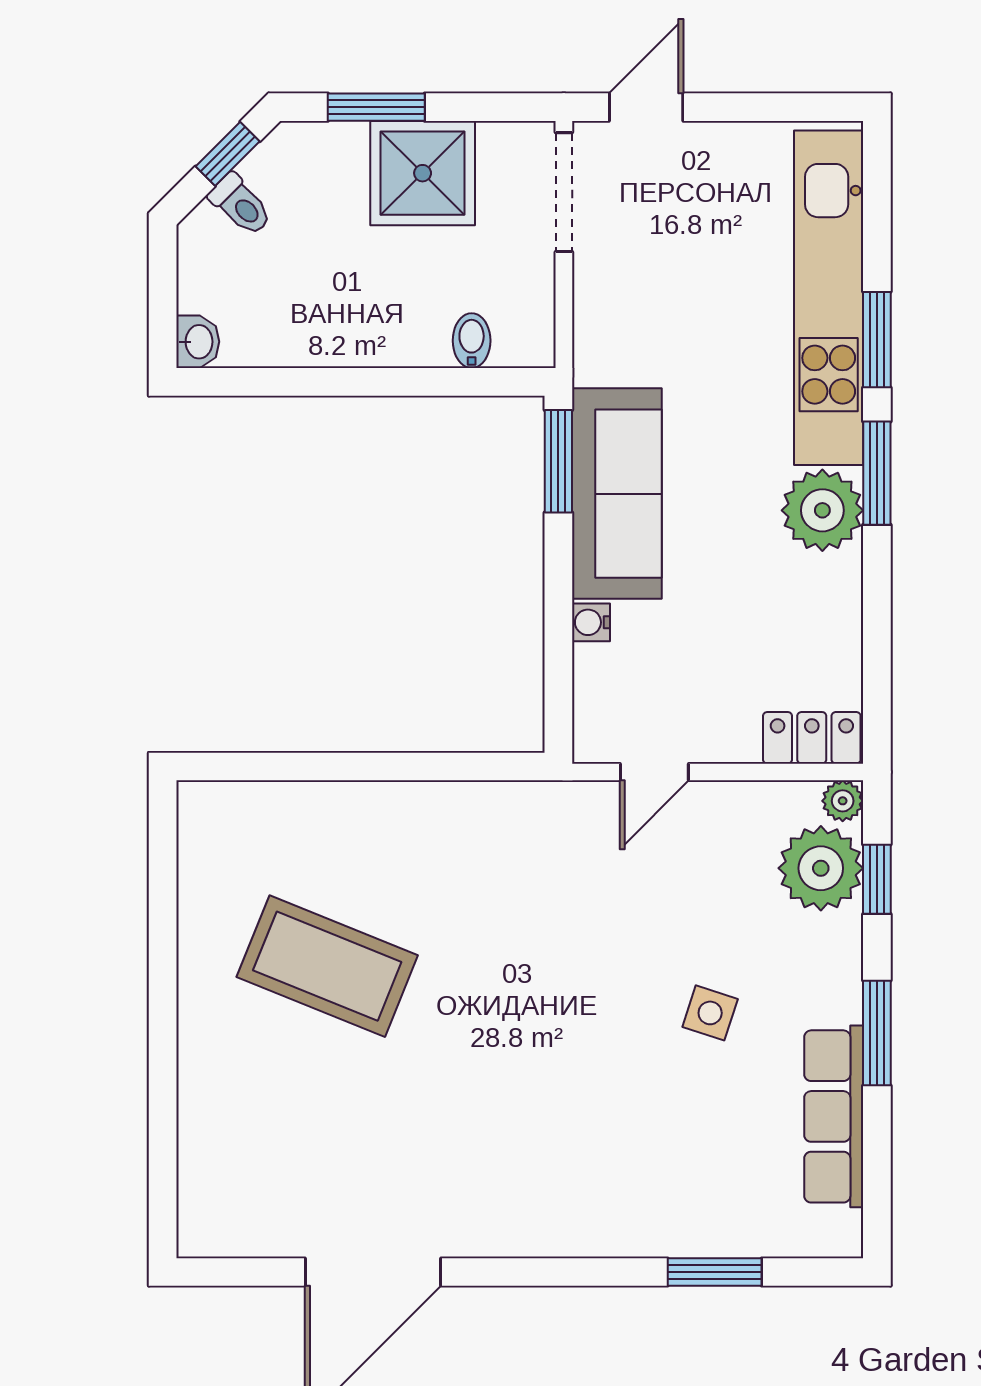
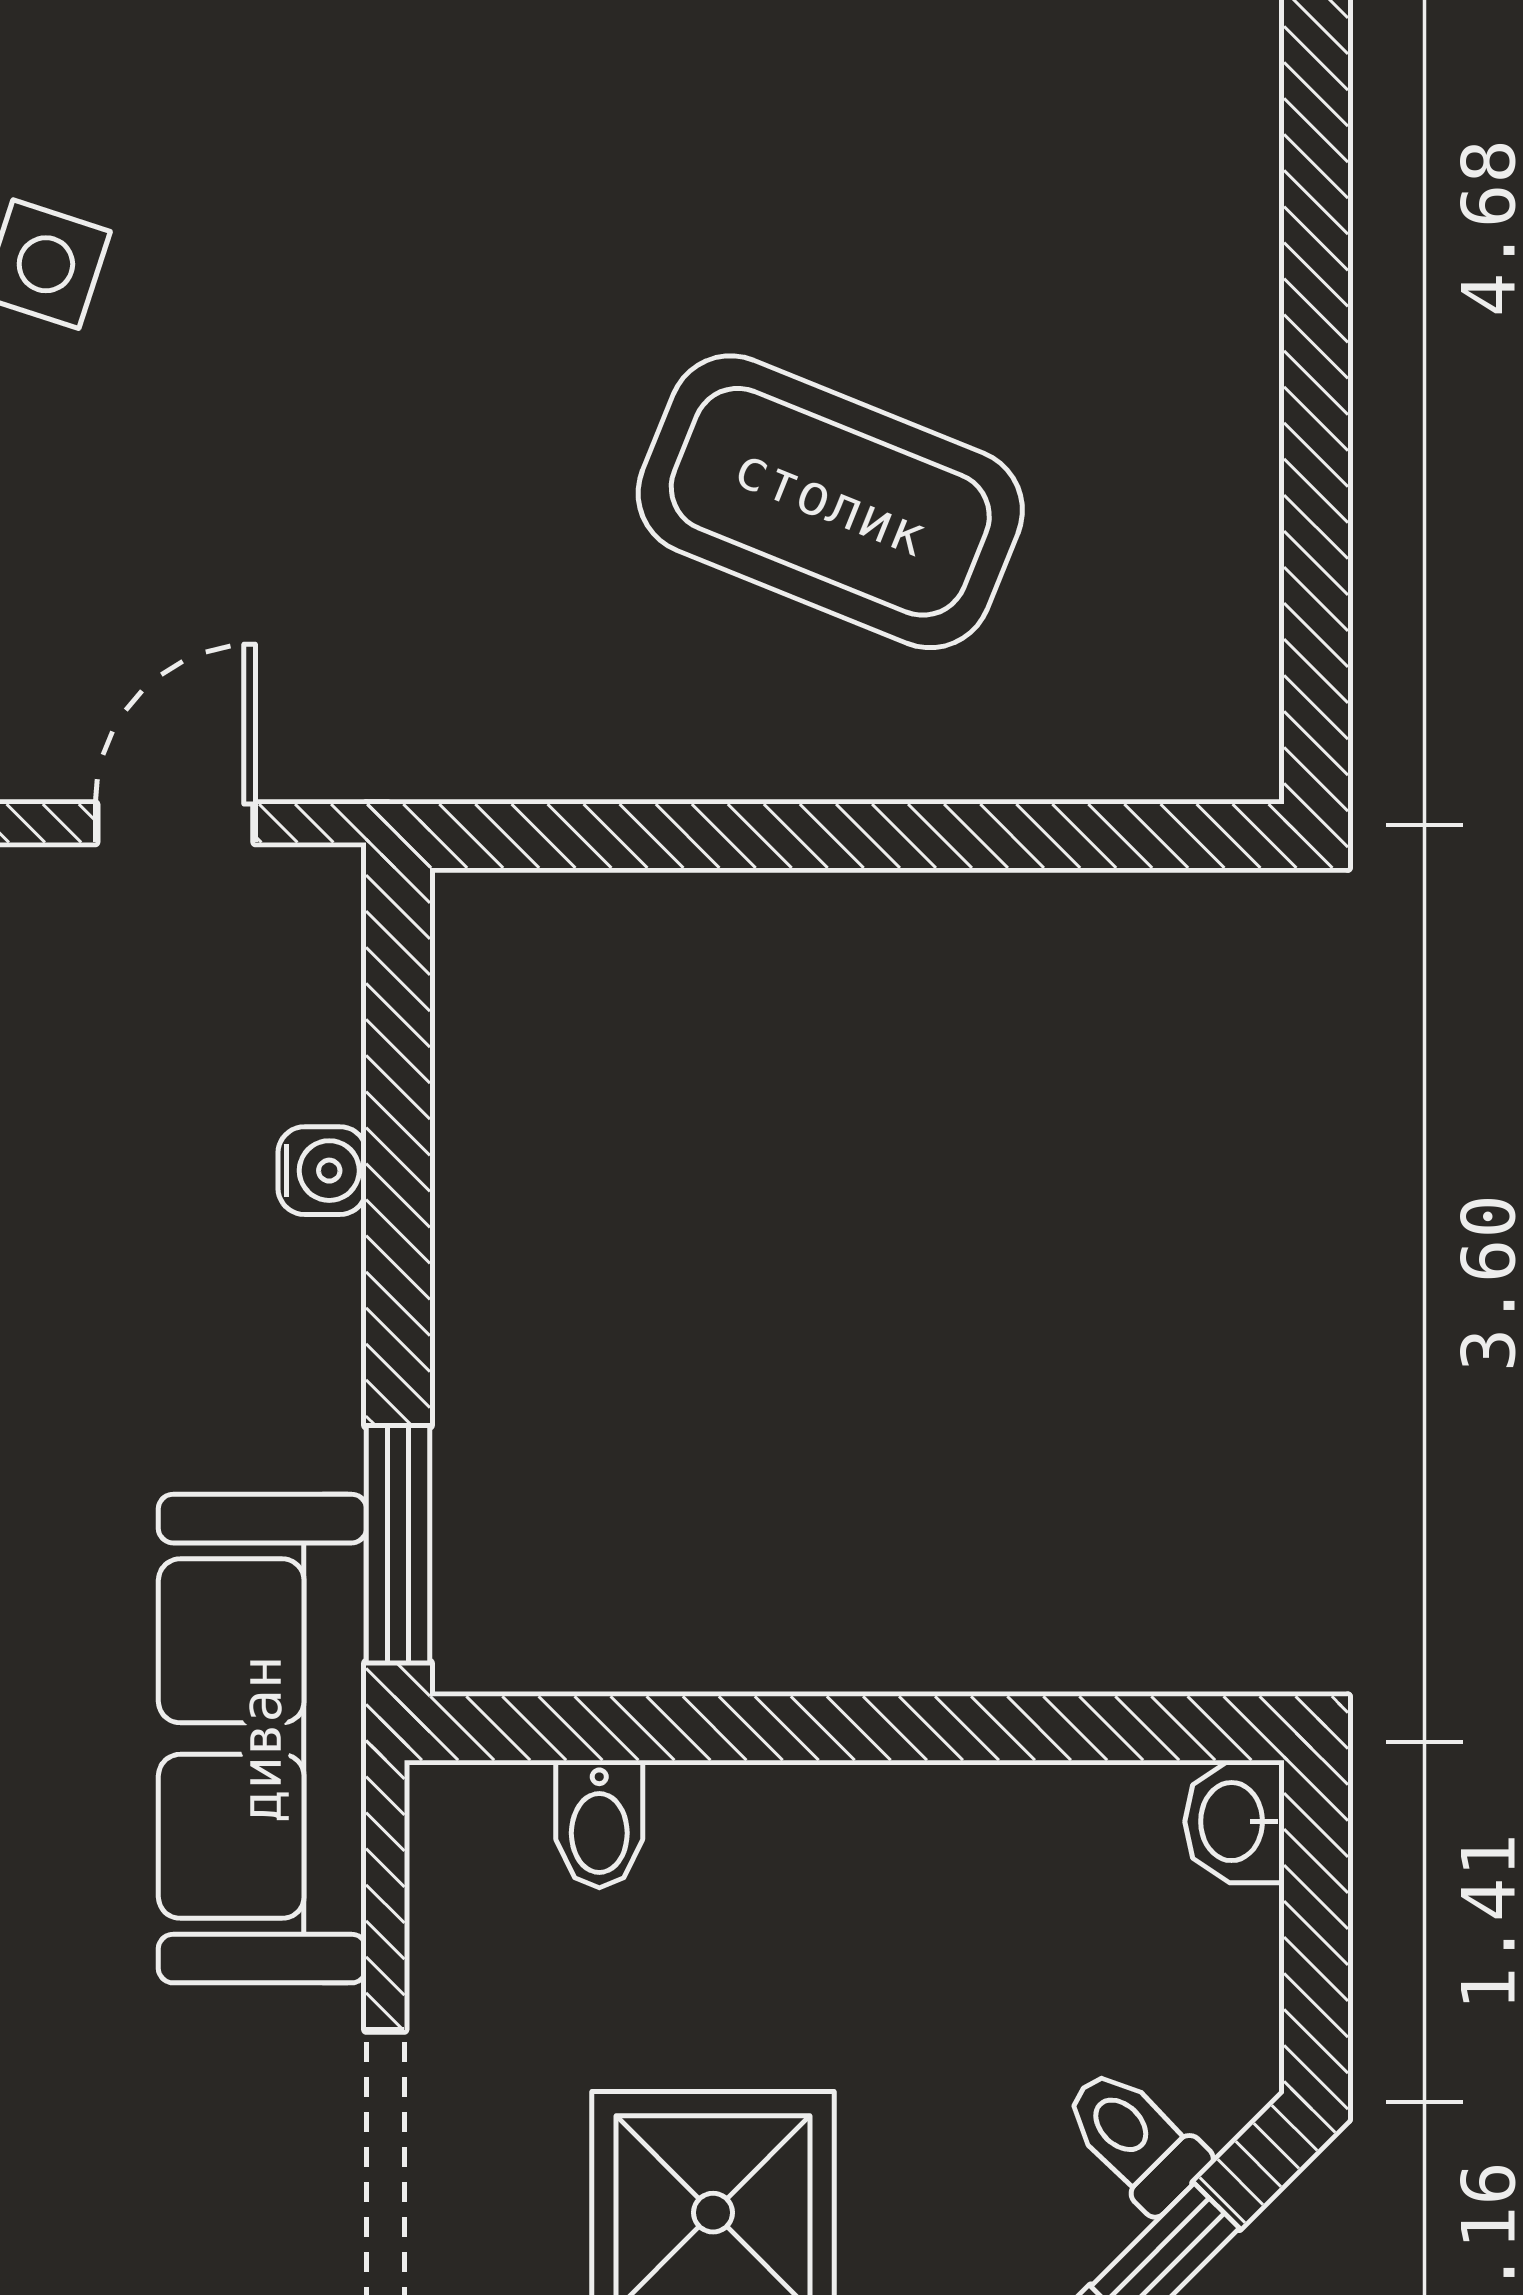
sofa: (617, 494) -> (262, 1739), moved
coffee table: (327, 966) -> (830, 502), moved

